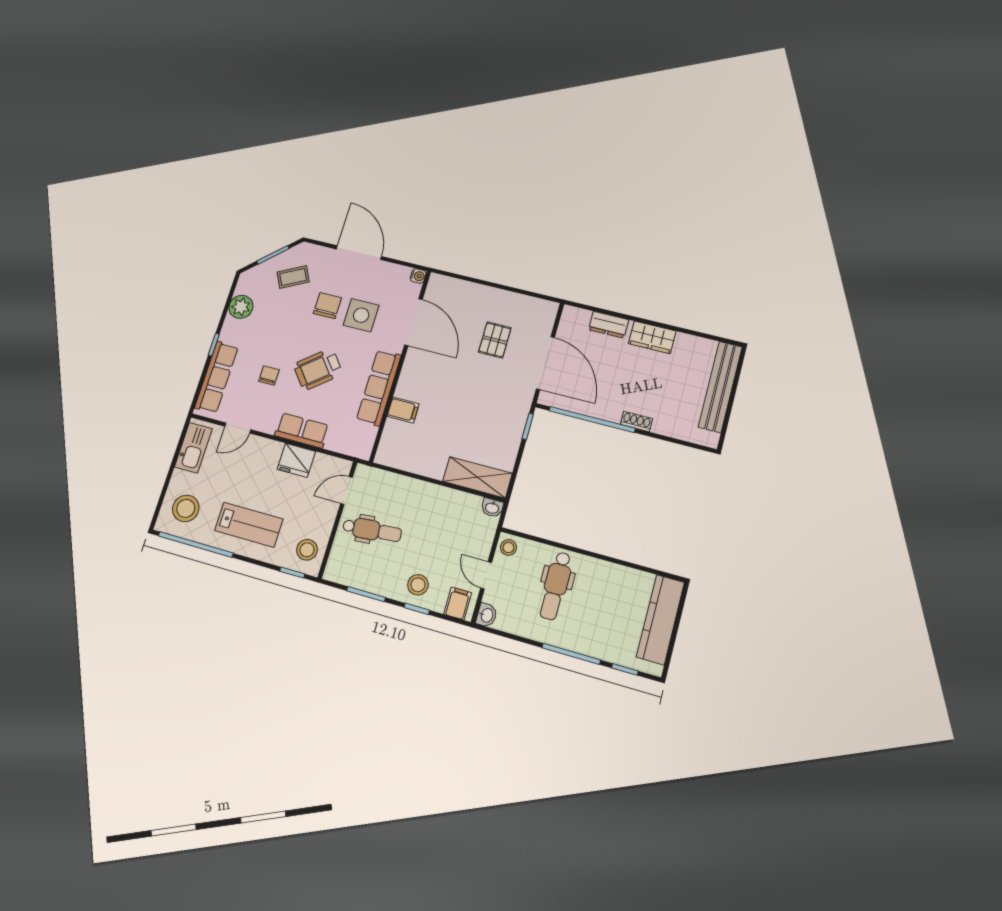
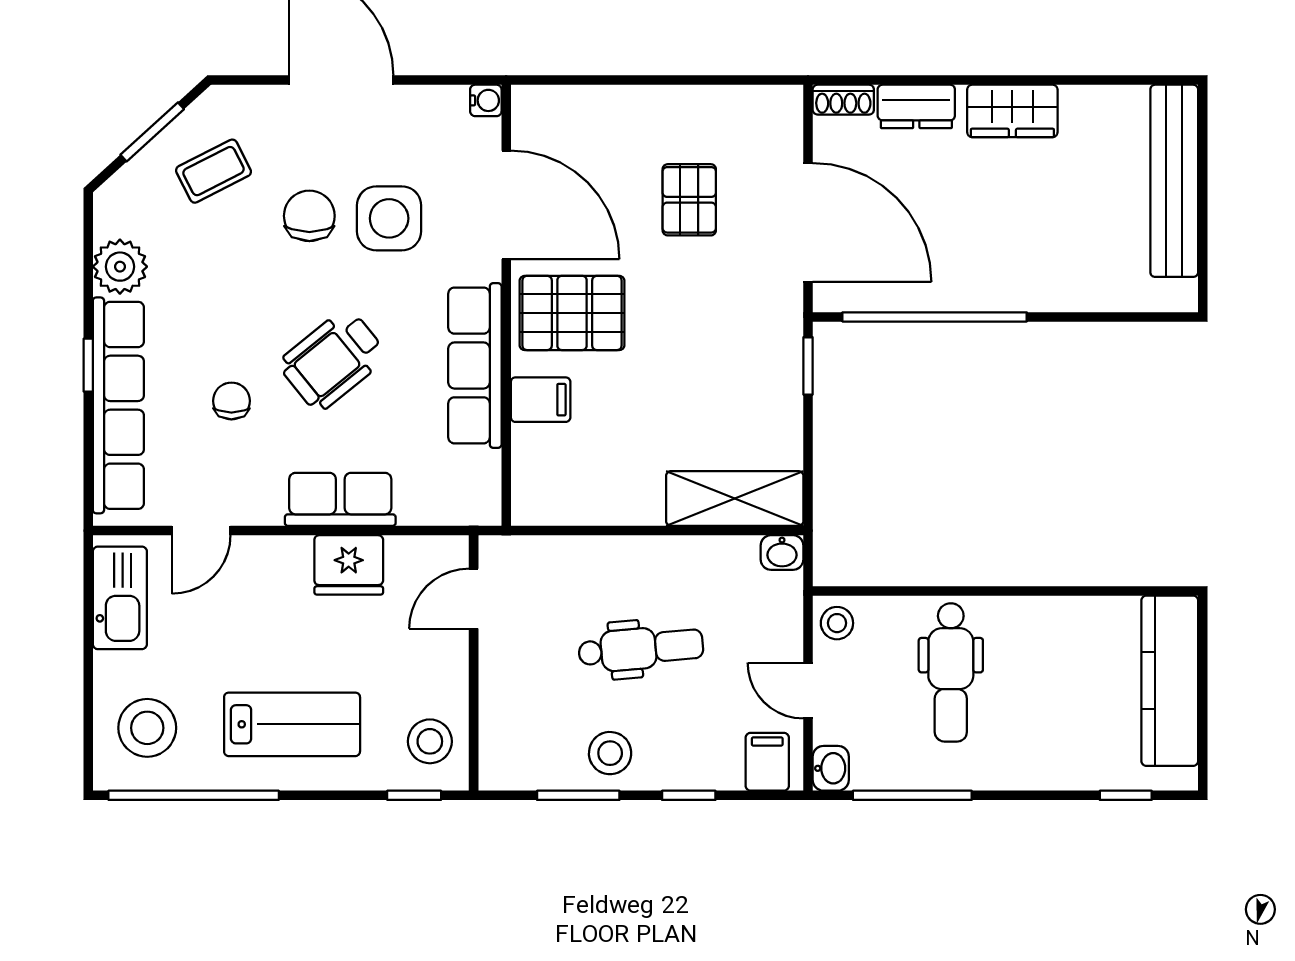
pallet: (428, 376) -> (572, 313), added
row of seats: (217, 377) -> (118, 405), width x1.36
shoe rack: (636, 422) -> (843, 100), moved, turned 180
dental chair: (372, 530) -> (641, 649), moved
stool: (418, 585) -> (610, 753), moved
window: (571, 654) -> (912, 795), moved

